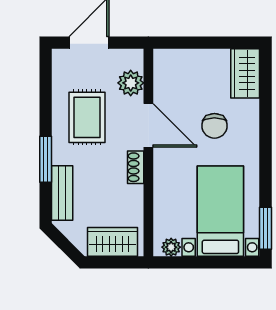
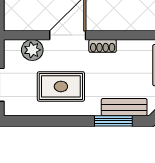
window: (46, 159) -> (113, 121), moved

